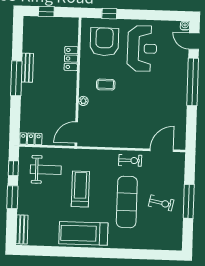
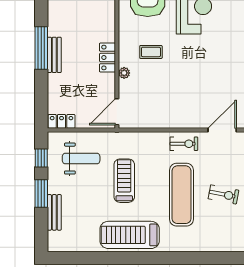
locker: (71, 59) -> (107, 58), moved
bench: (27, 68) -> (54, 55), moved
bench: (22, 229) -> (54, 212), moved

